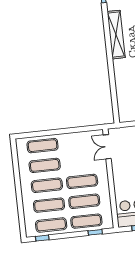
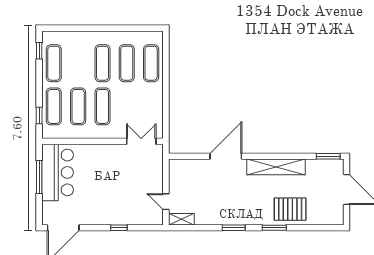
door: (112, 76) -> (226, 156), added
exercise mat: (49, 205) -> (78, 63), removed

